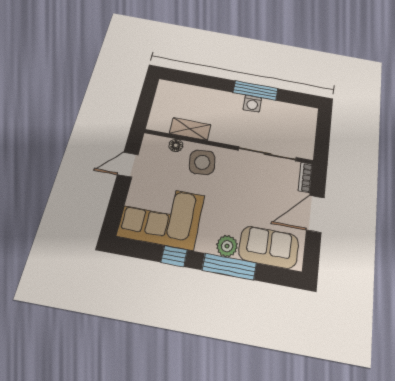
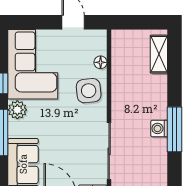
shelving: (190, 129) -> (159, 54), moved
plant: (227, 246) -> (17, 110), moved

